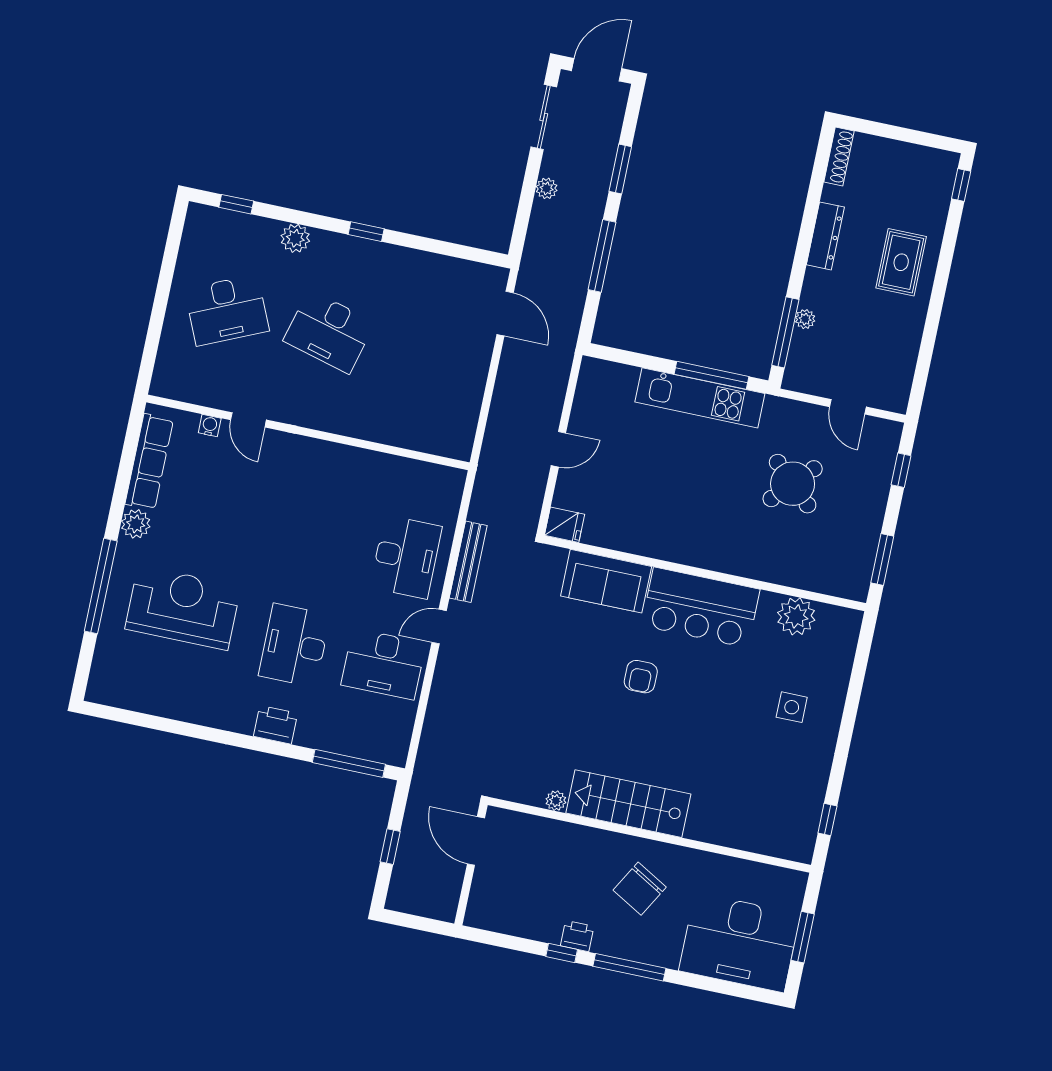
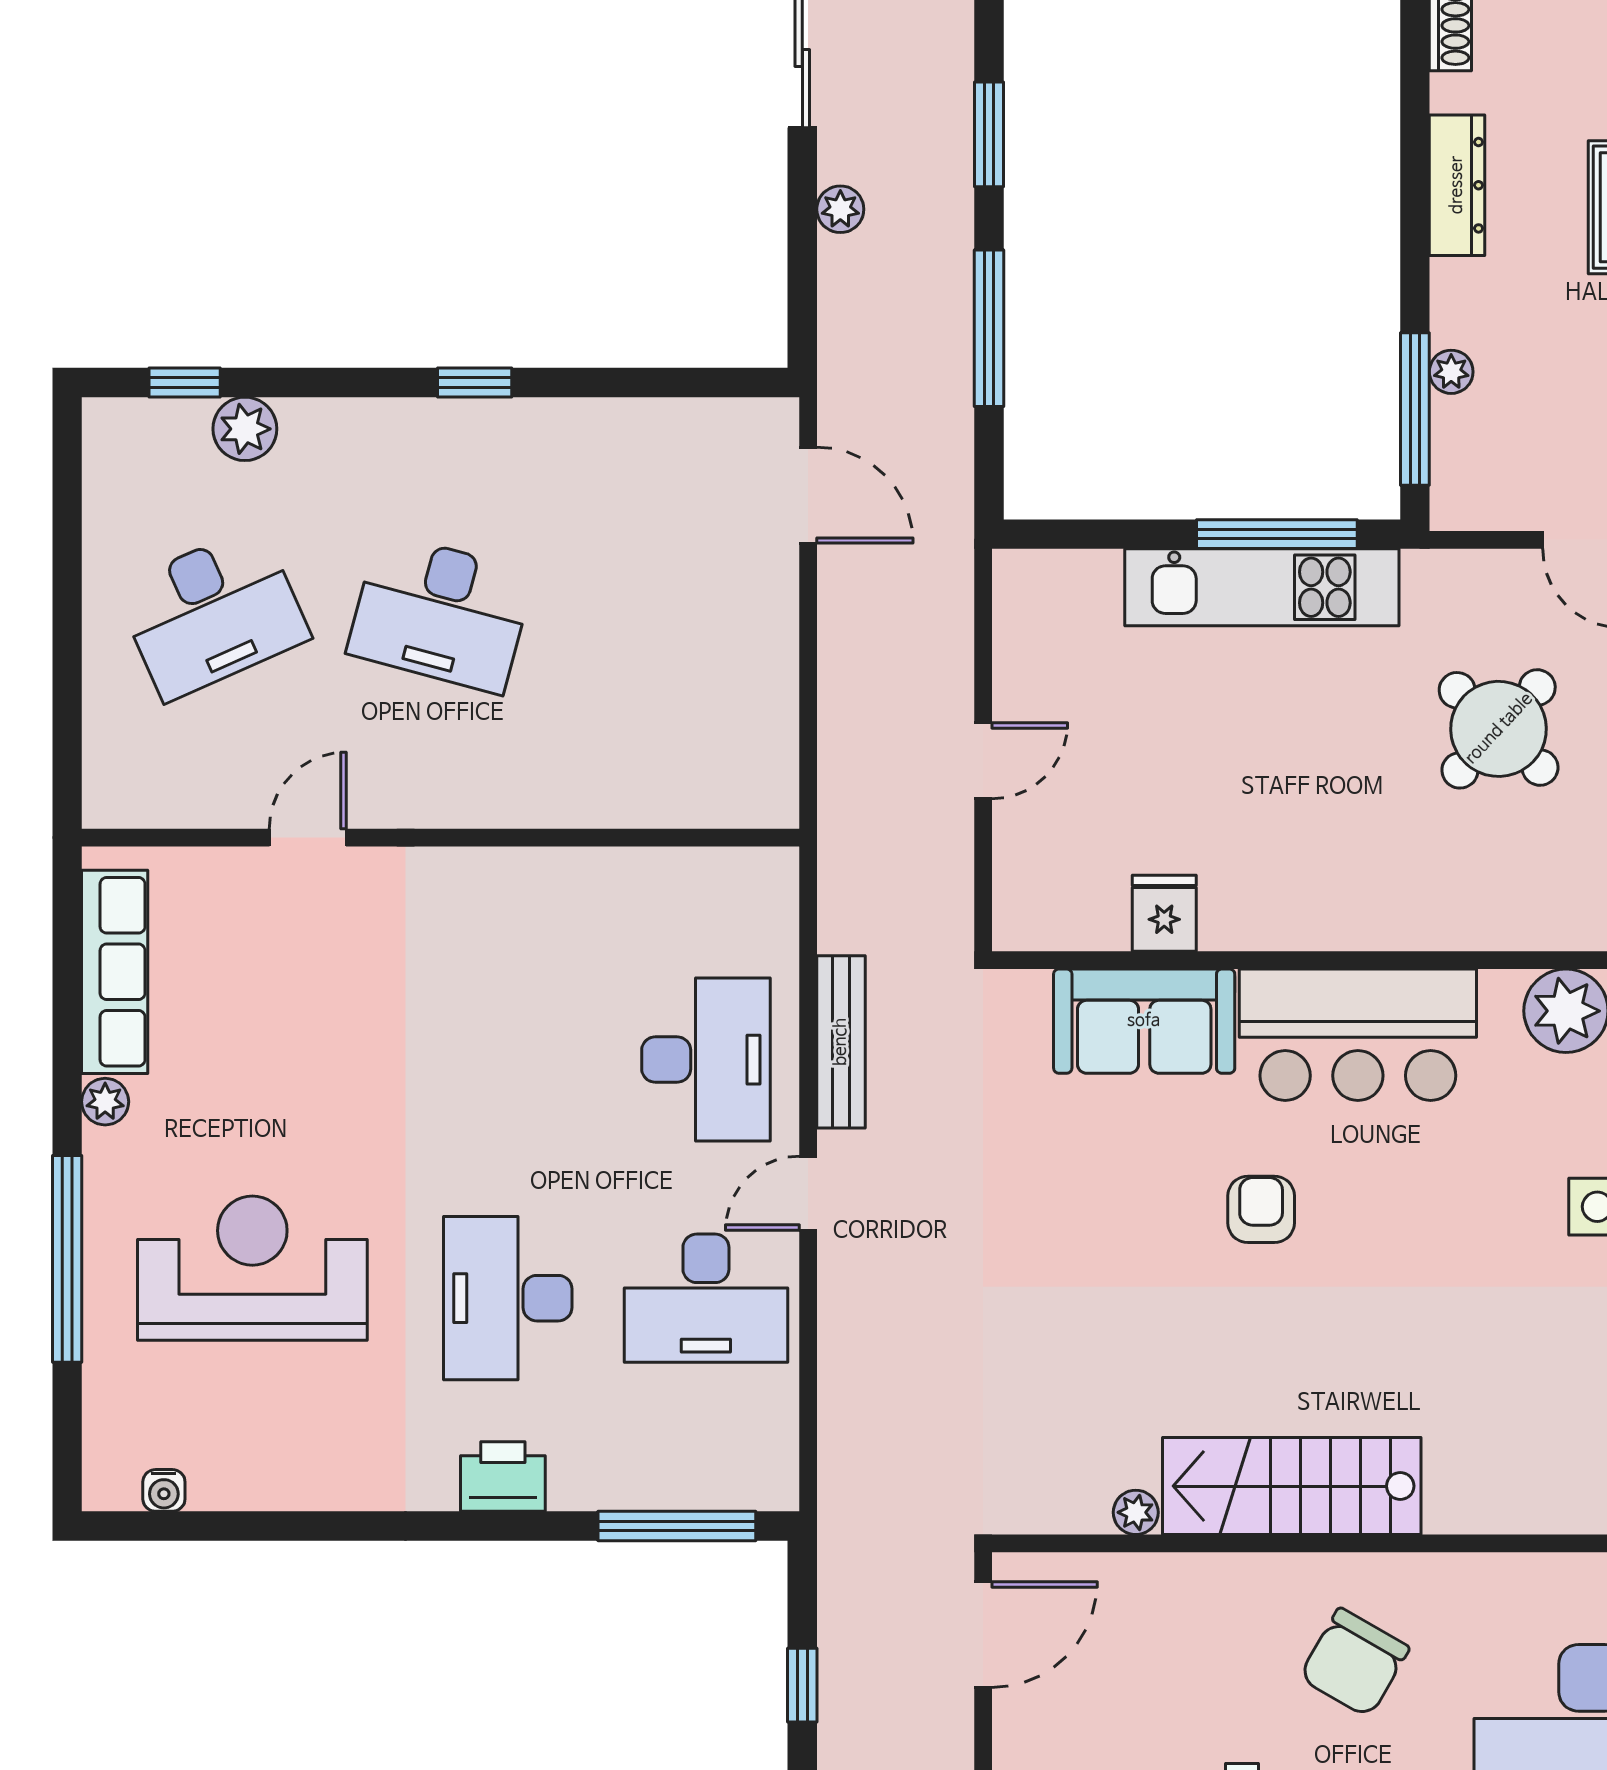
plant: (295, 238) -> (245, 429), moved
door: (248, 420) -> (308, 838), swing flipped
water cooler: (210, 426) -> (164, 1490), moved, turned 180
plant: (136, 524) -> (105, 1102), width x0.73, depth x0.73
fridge: (565, 525) -> (1164, 913), moved, turned -90
armchair: (641, 677) -> (1261, 1209), turned 180
door: (476, 841) -> (983, 1635), swing flipped

